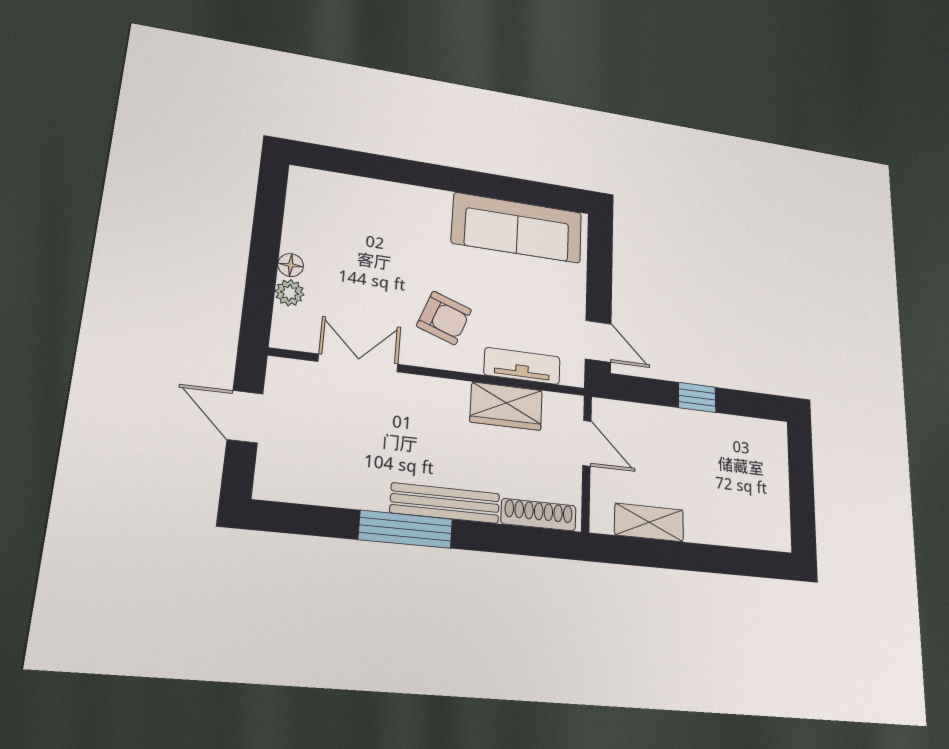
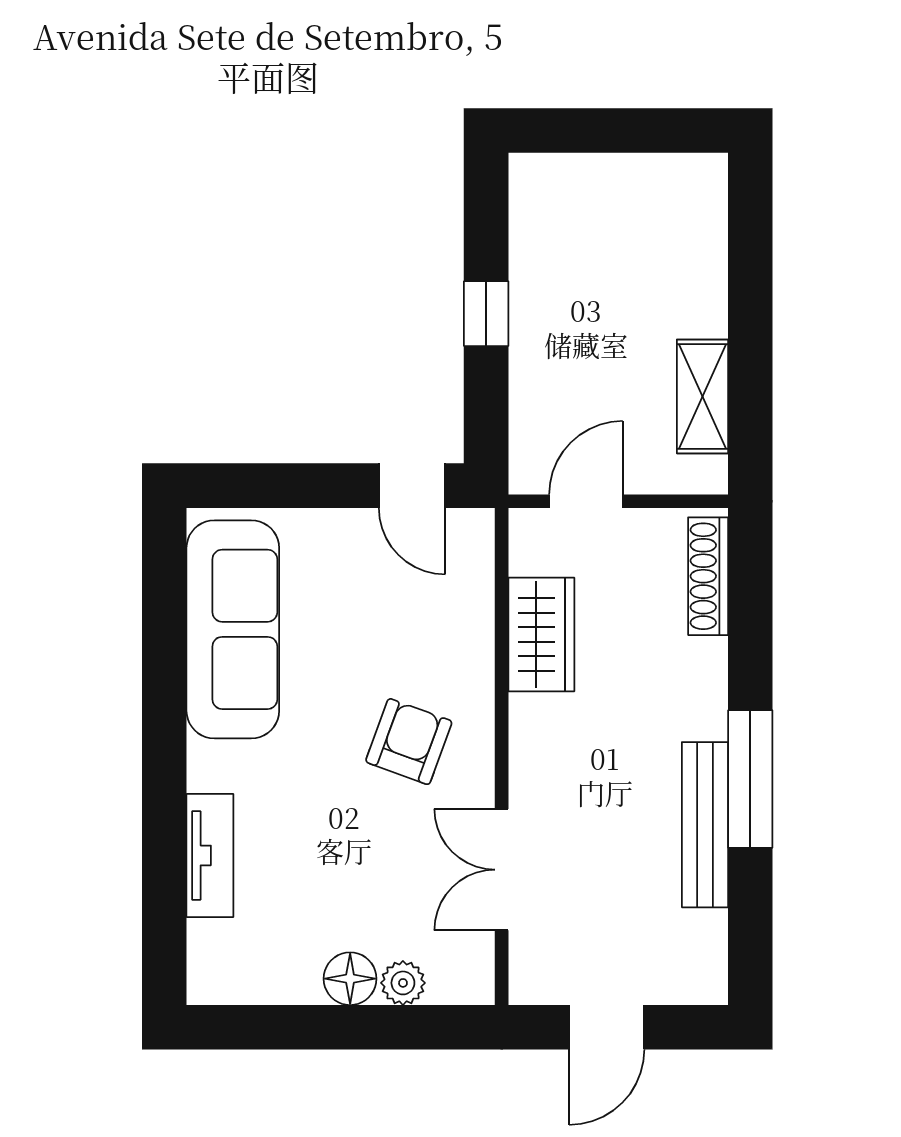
floor lamp: (291, 265) -> (350, 979), width x1.37, depth x1.37
door: (598, 341) -> (412, 486), swing flipped
tv unit: (522, 366) -> (210, 855), moved, turned 180
bench: (445, 503) -> (705, 825), moved

